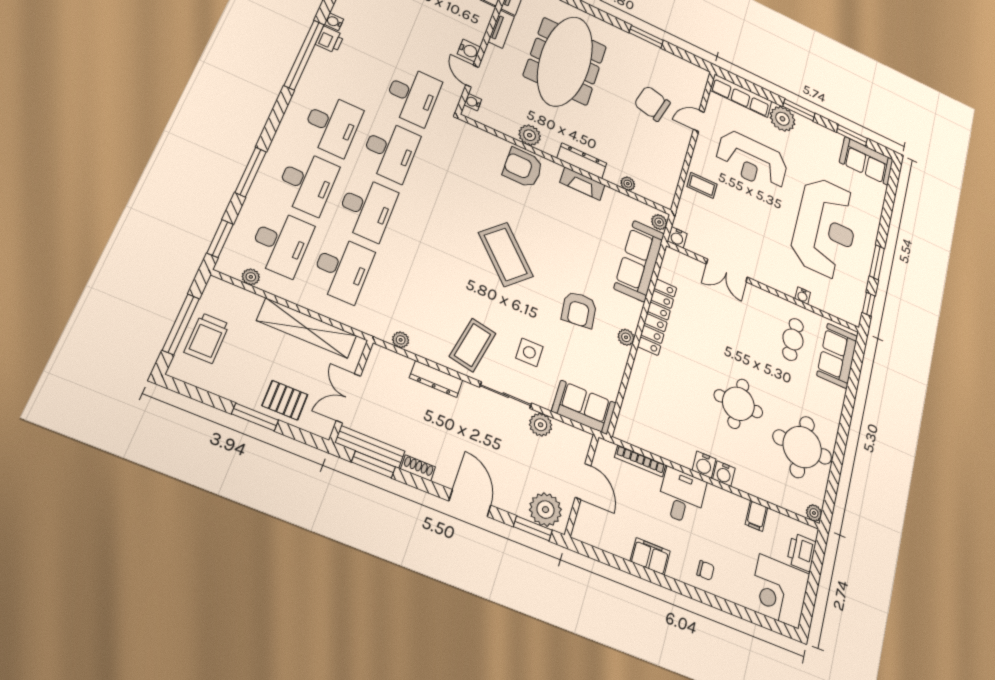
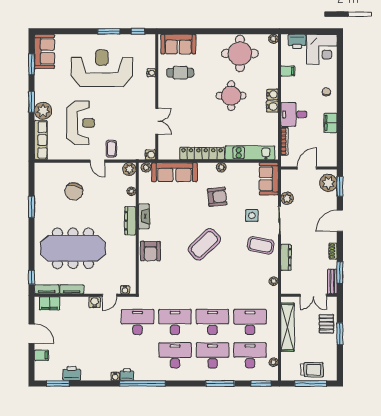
door: (699, 121) -> (97, 161), moved
plant: (530, 135) -> (129, 169), moved
kitchen unit: (637, 395) -> (250, 153), added
bench: (370, 447) -> (332, 281), width x0.73

